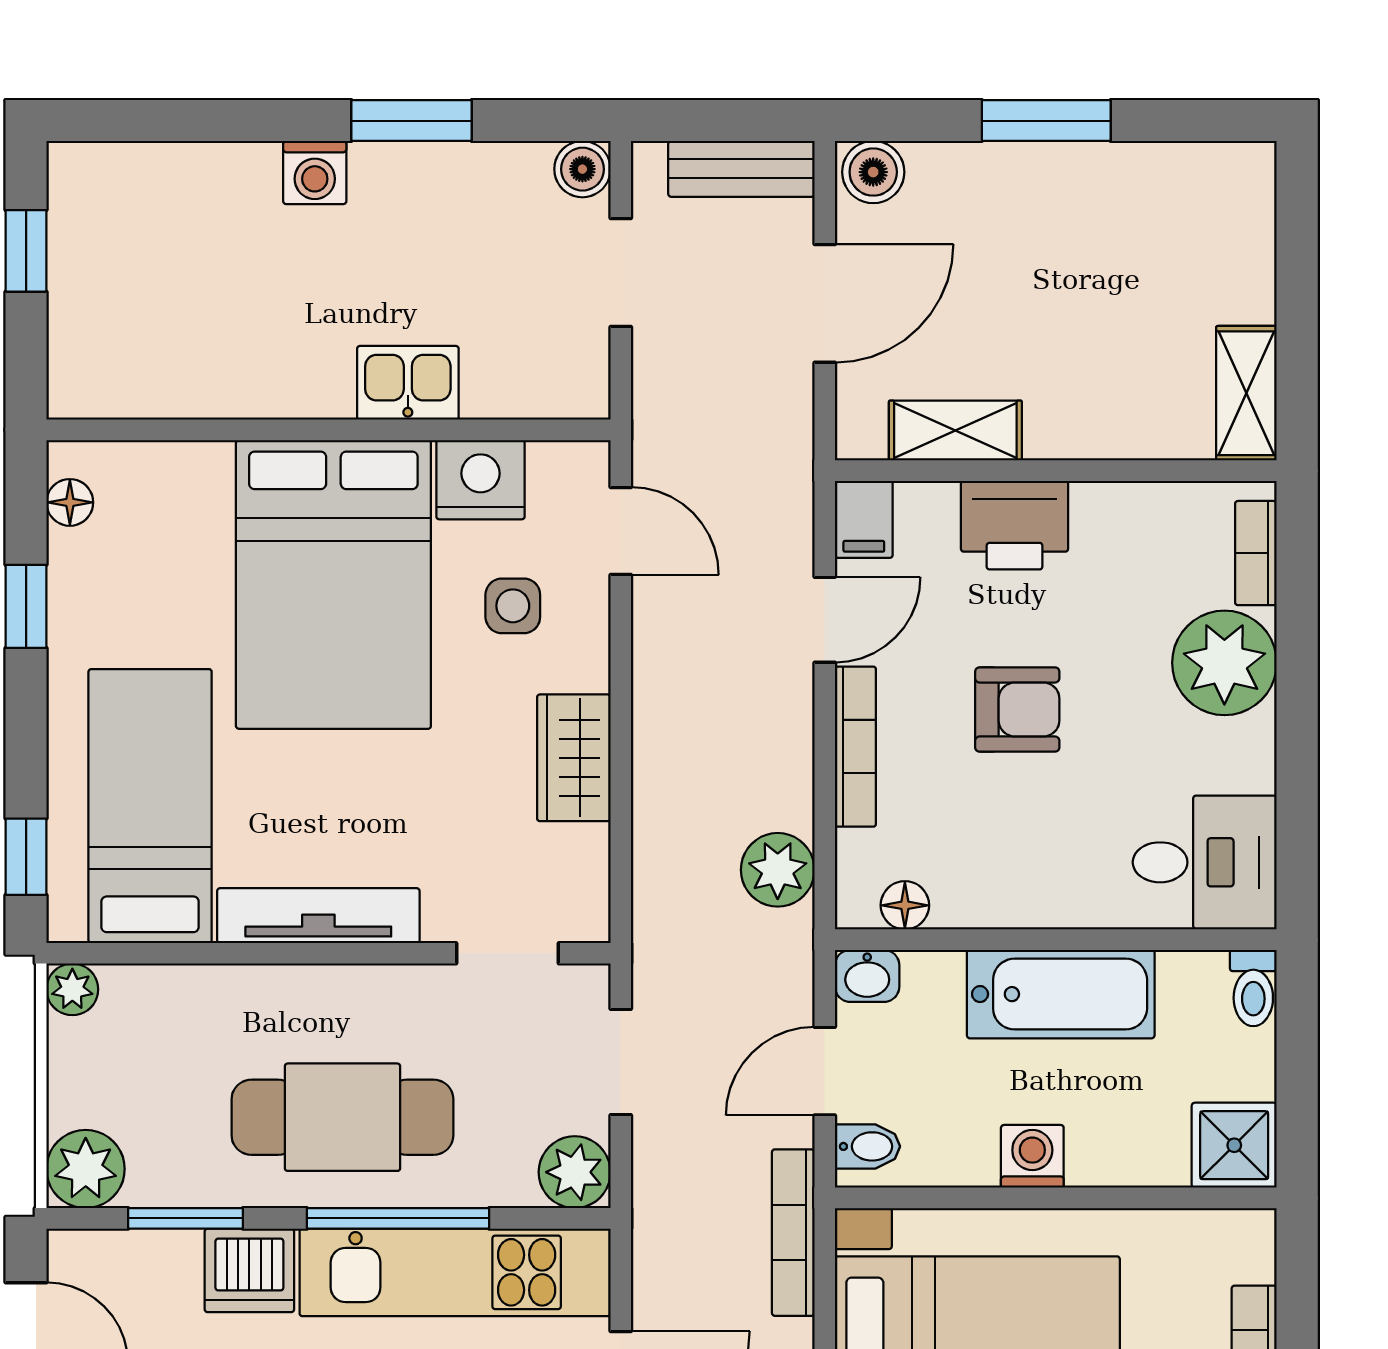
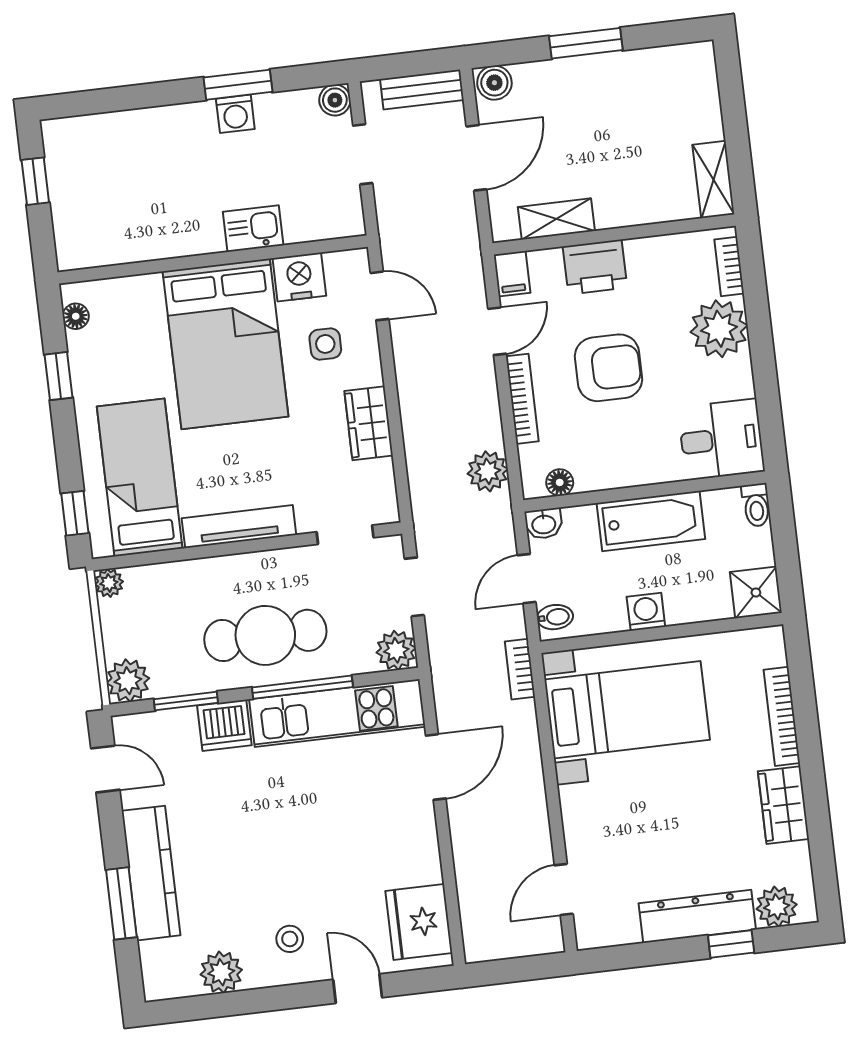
washing machine: (315, 173) -> (235, 114), moved
armchair: (1017, 710) -> (609, 368), width x1.38, depth x1.38
bookcase: (793, 1233) -> (520, 669), width x0.64

